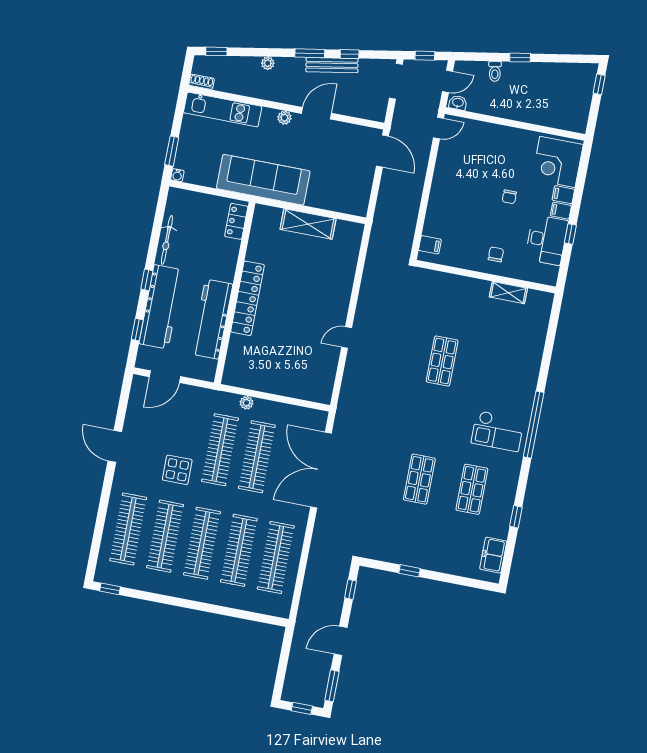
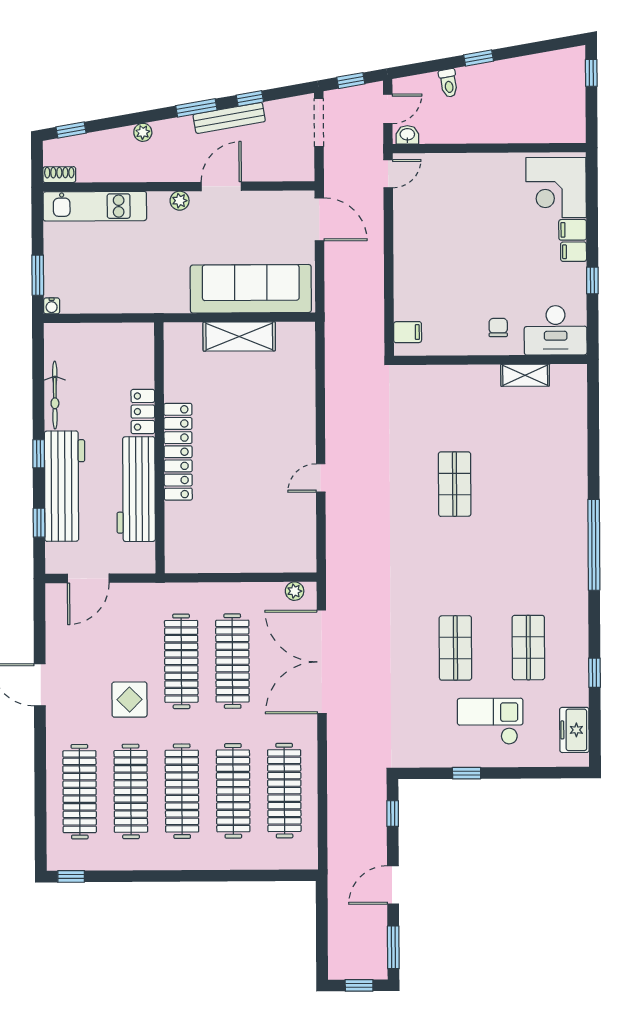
sofa: (263, 180) -> (251, 289), moved
chair: (509, 197) -> (501, 247), removed
locker: (236, 221) -> (143, 412), moved
desk: (547, 240) -> (556, 330), moved, turned 90
plant: (247, 403) -> (295, 591), moved
checkout: (498, 431) -> (490, 721), moved, turned 180

